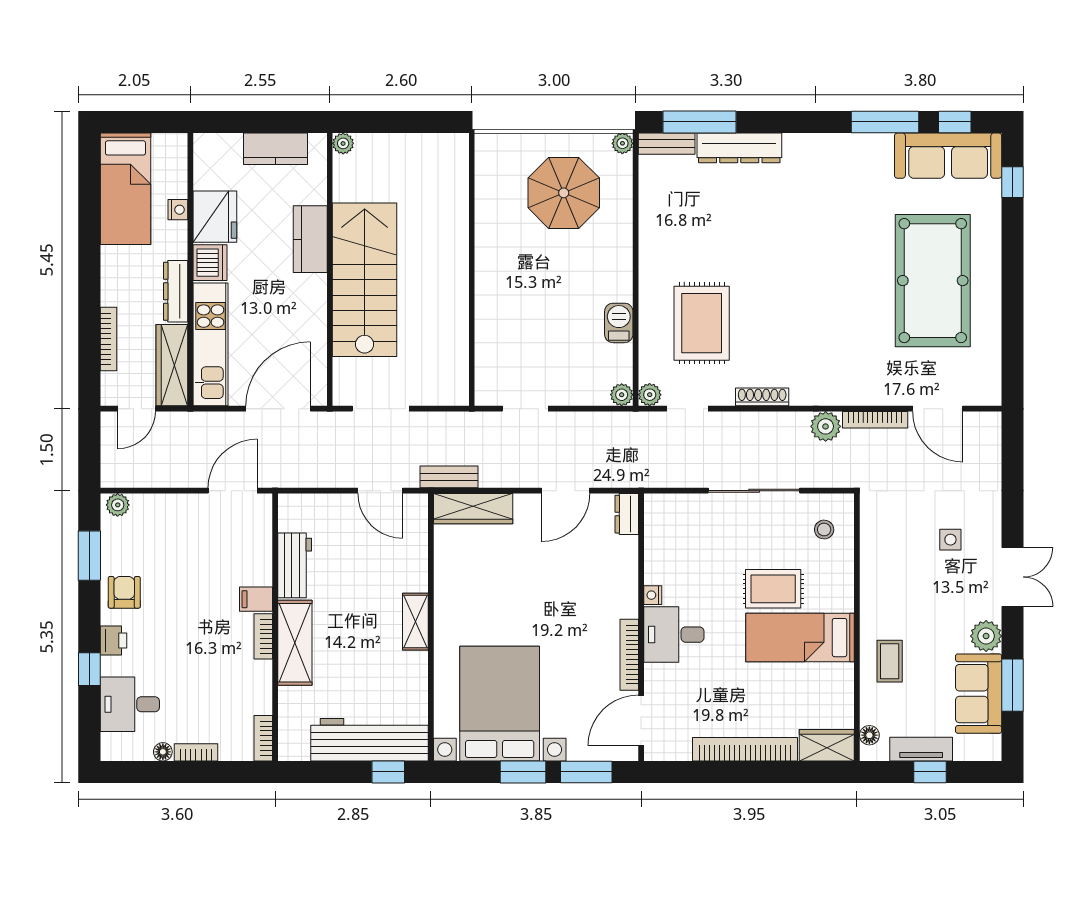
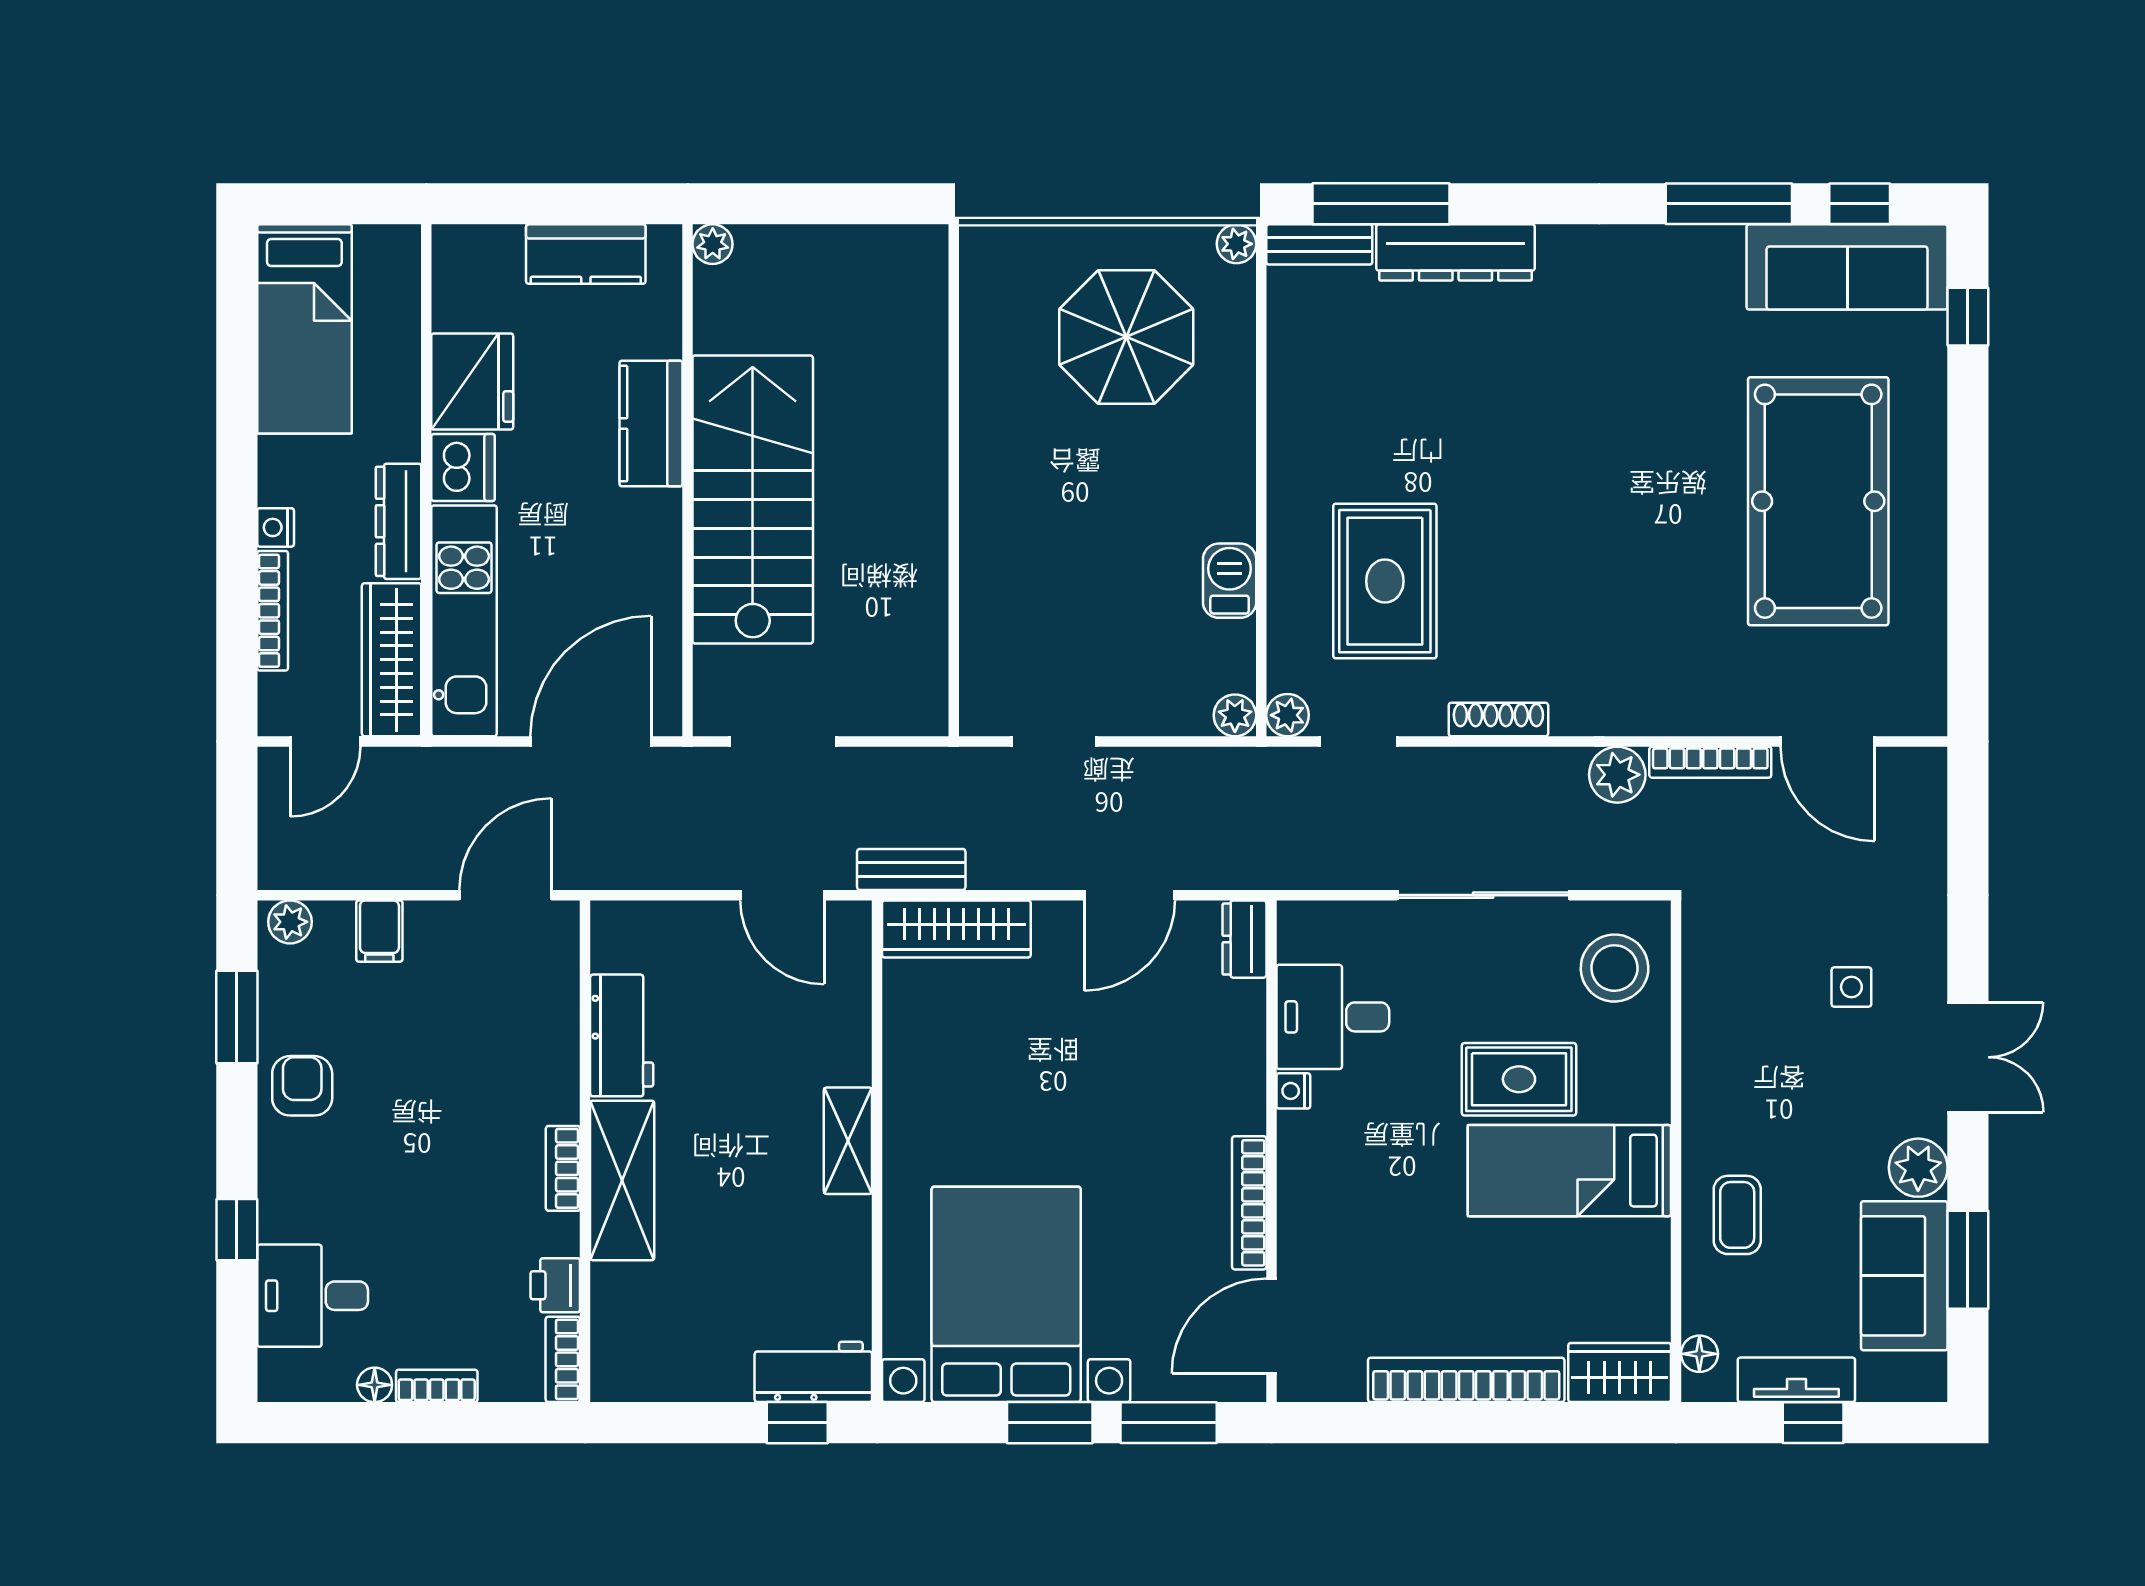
nightstand: (178, 210) -> (276, 527), moved, turned 180
stool: (824, 530) -> (1615, 968), width x1.89, depth x1.89
filing cabinet: (256, 599) -> (379, 931), moved, turned -90
desk: (674, 635) -> (1333, 1017), moved
printer: (114, 640) -> (555, 1285), moved, turned 180
workbench: (369, 740) -> (813, 1372), width x0.53, depth x0.76

